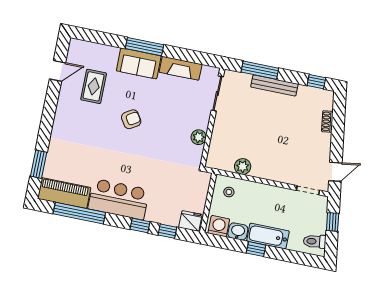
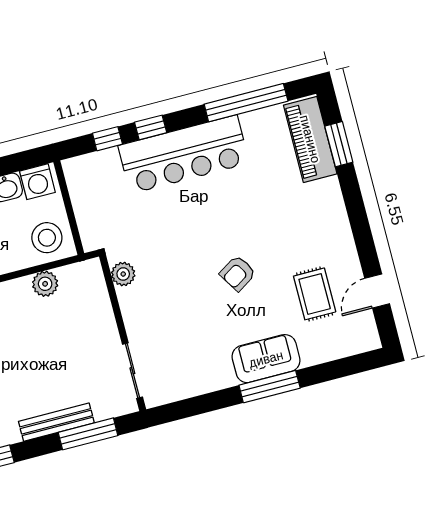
fireplace: (181, 68) -> (203, 381), removed
plant: (199, 137) -> (123, 274), moved
stool: (229, 192) -> (47, 238), width x1.89, depth x1.89
piano: (64, 193) -> (310, 139), moved, turned 90
bar counter: (119, 199) -> (184, 154), width x1.36
fridge: (190, 221) -> (82, 169), removed

